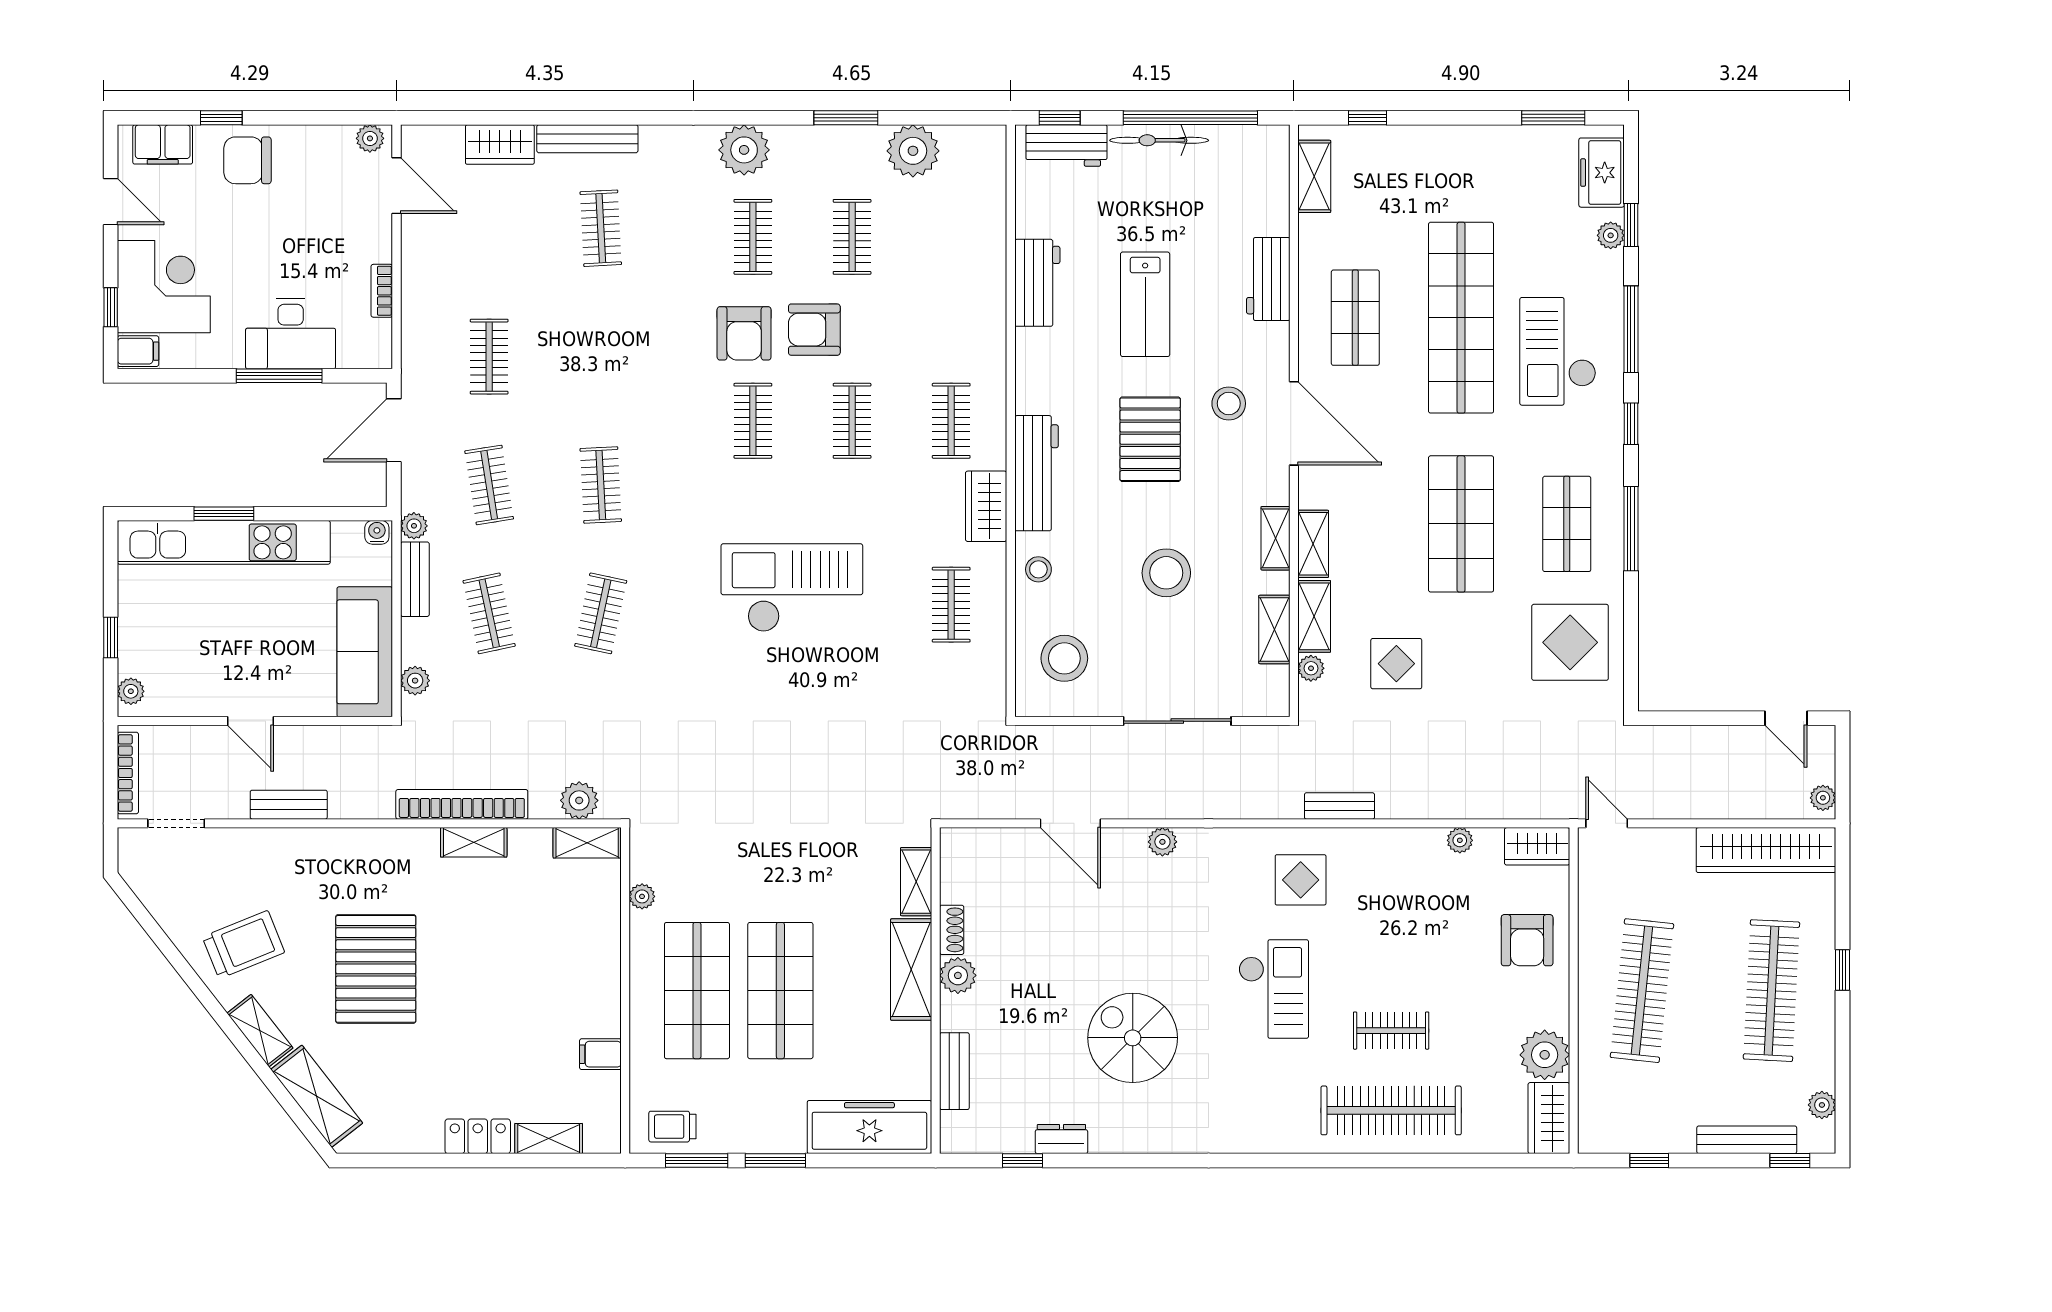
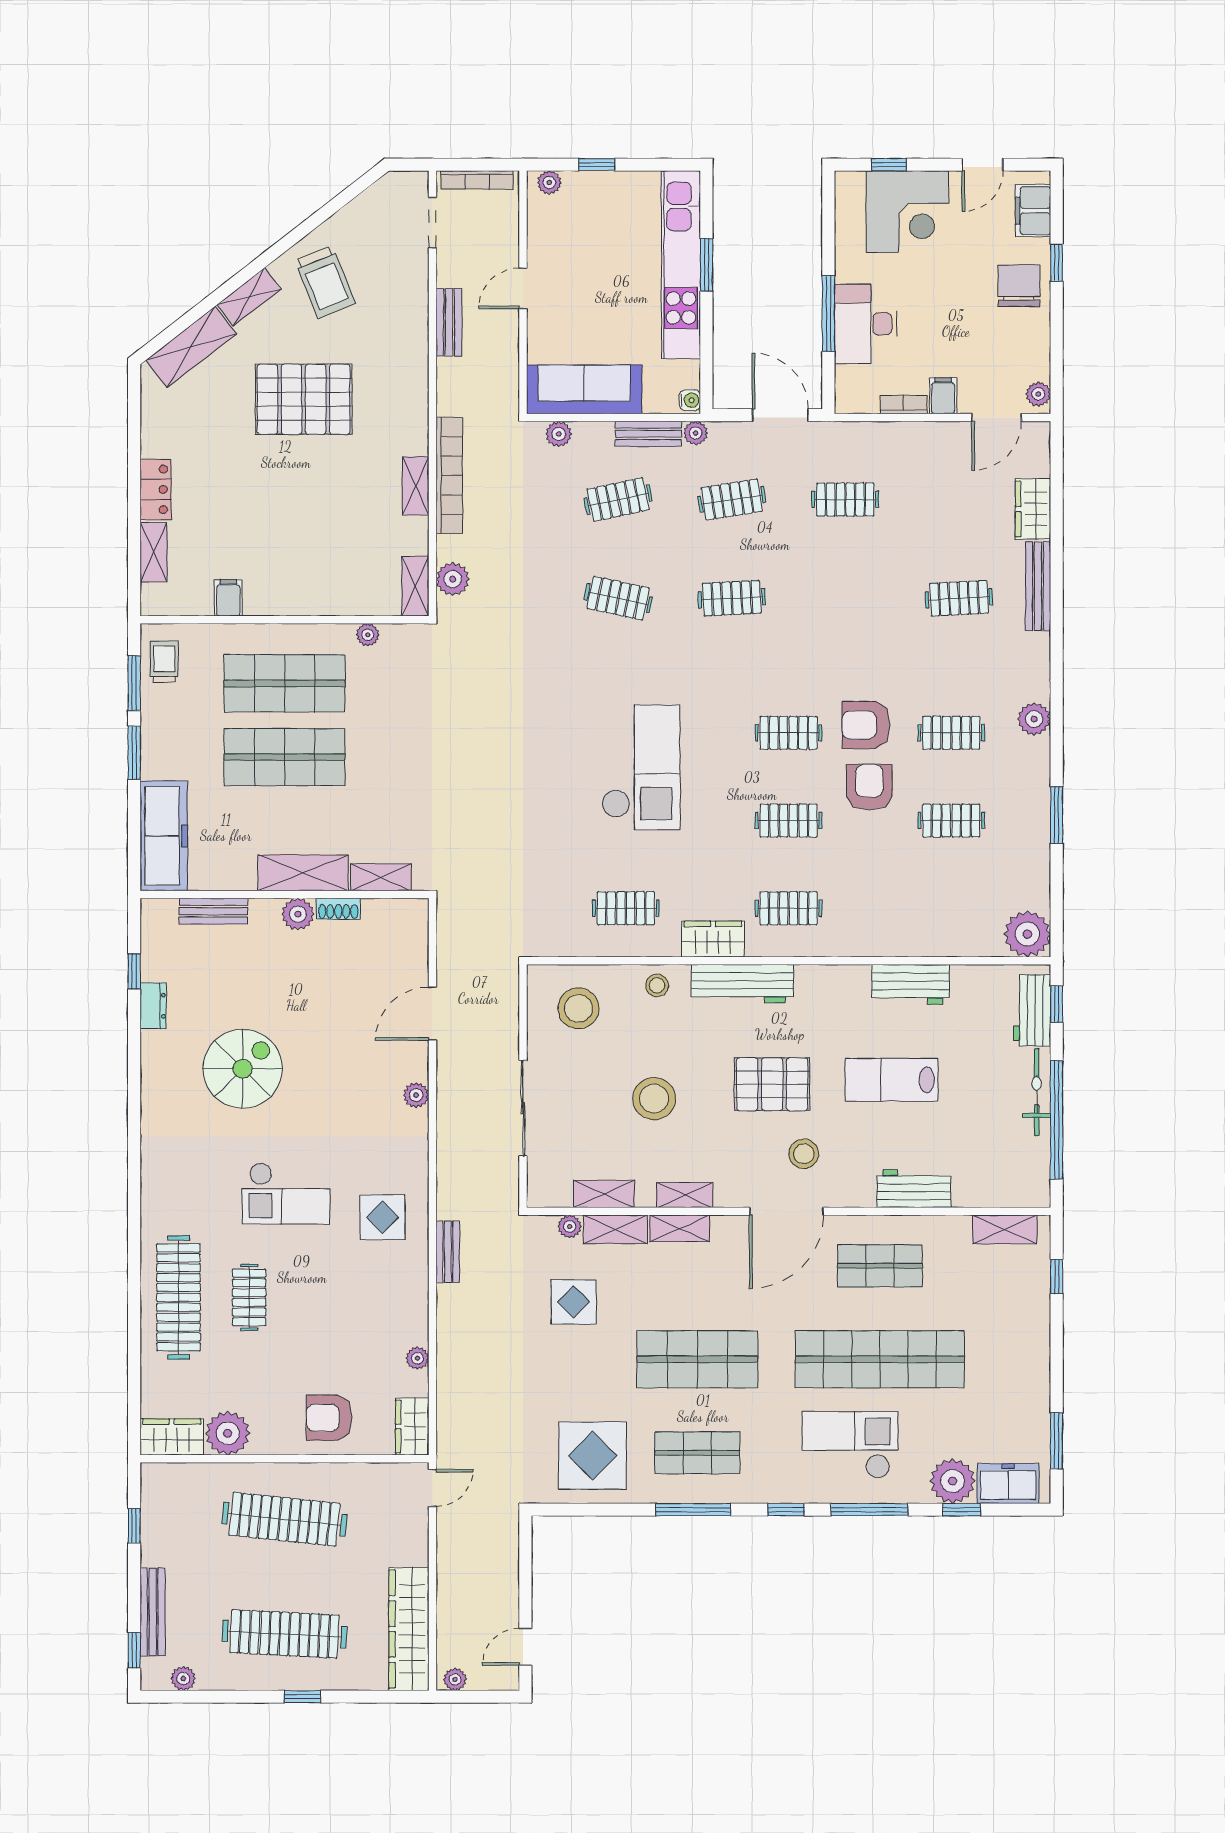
plant: (744, 150) -> (1034, 719), width x0.73, depth x0.73
plant: (913, 151) -> (1027, 934), moved
plant: (1611, 235) -> (953, 1481), width x1.88, depth x1.88
filing cabinet: (138, 351) -> (943, 396), moved, turned 180

